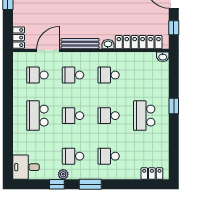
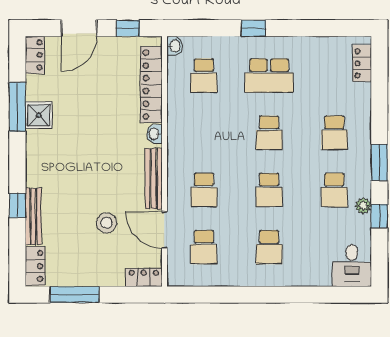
stool: (53, 14) -> (107, 223), added
school desk: (109, 75) -> (204, 76), moved
school desk: (37, 116) -> (269, 247), width x0.54

